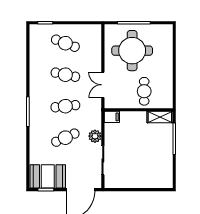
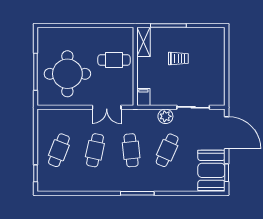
cafe table: (65, 138) -> (167, 150), turned 48
trolley: (146, 147) -> (178, 58), added

